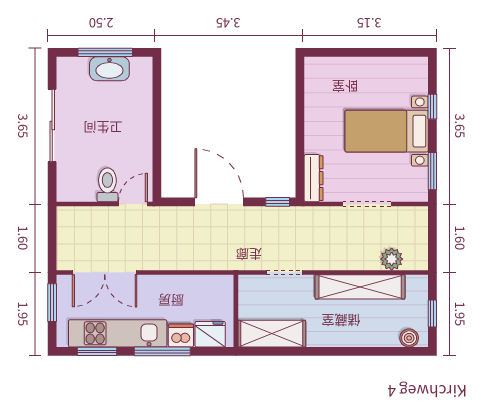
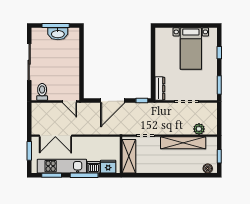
bed with nightstands: (387, 131) -> (191, 49), moved, turned -90
toilet: (107, 185) -> (42, 92), moved
door: (219, 202) -> (113, 100), swing flipped
door: (133, 204) -> (70, 101), swing flipped
shelving: (272, 334) -> (129, 156), moved, turned 90

